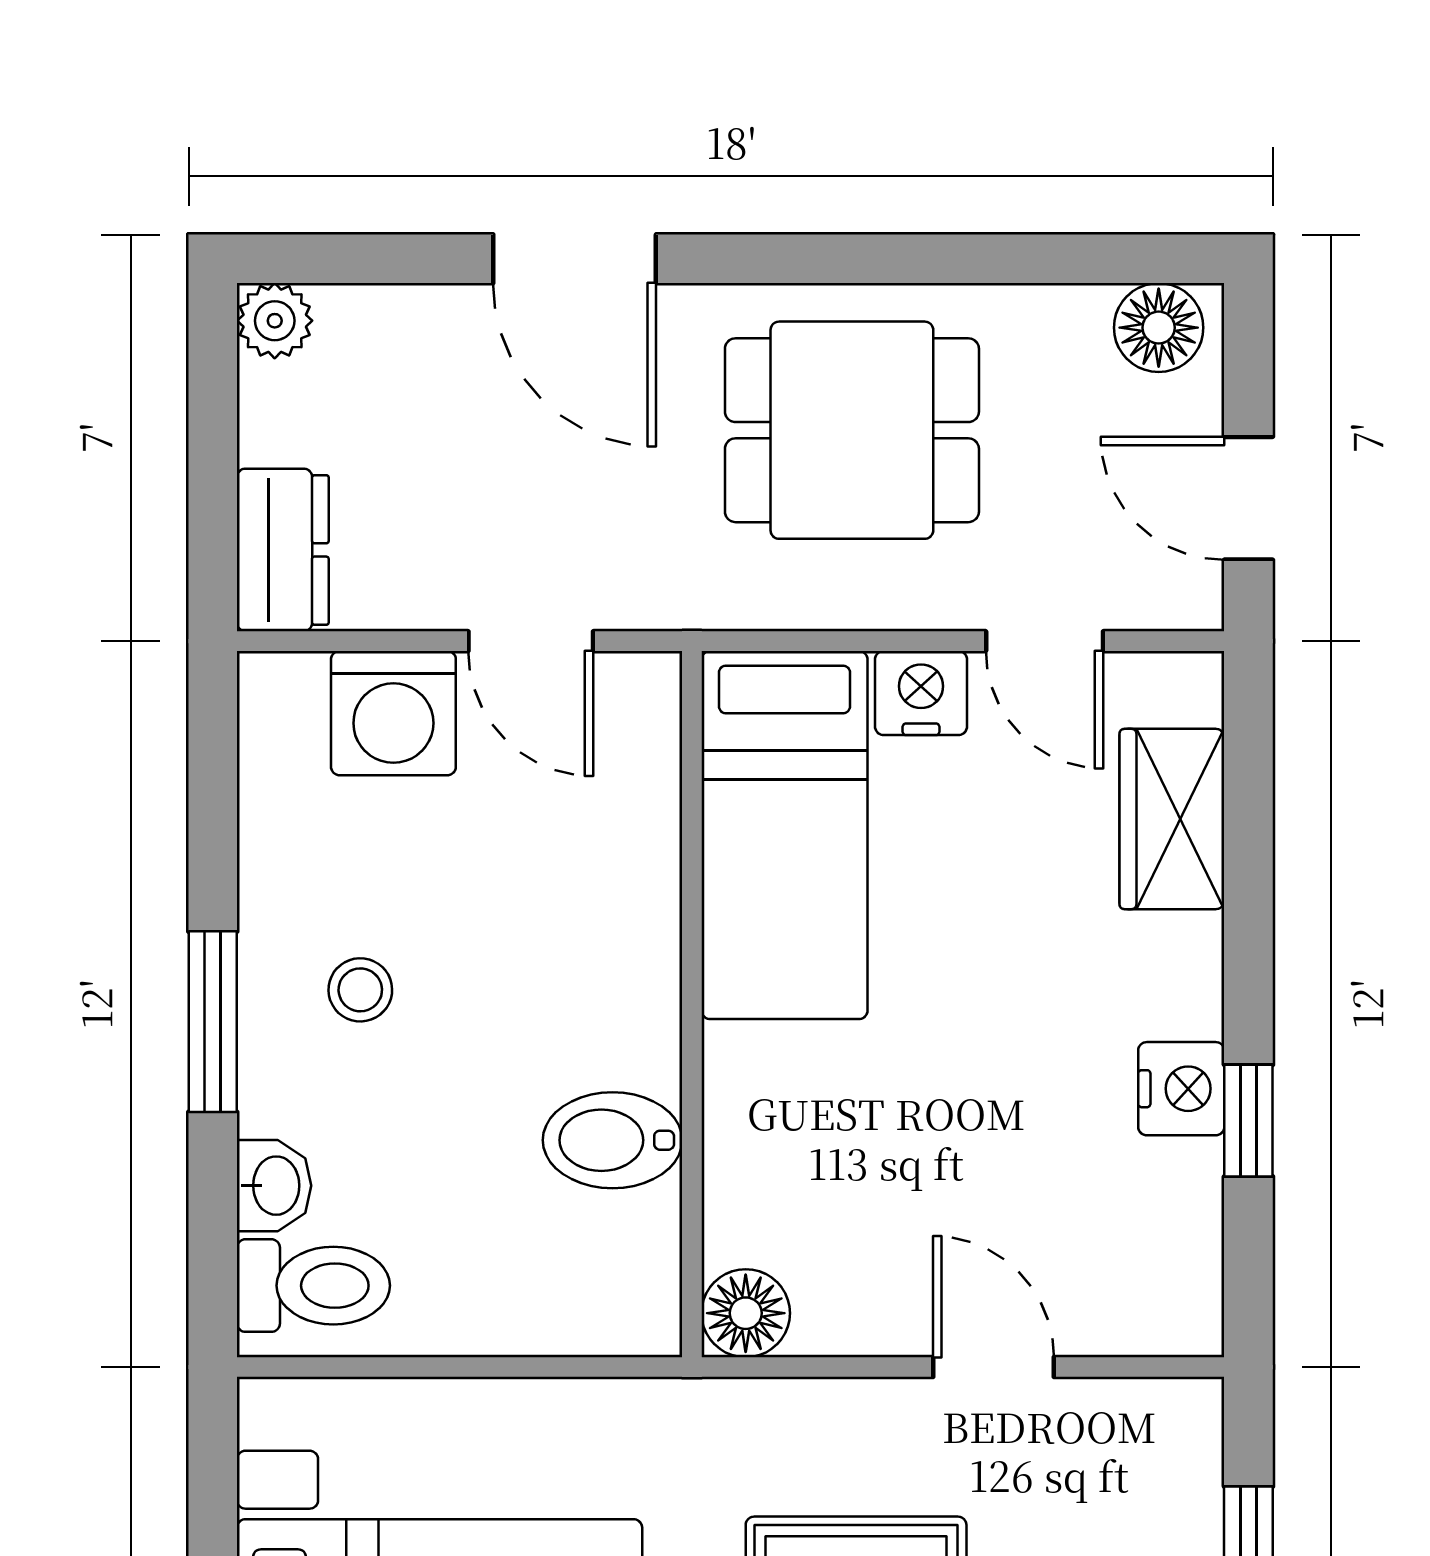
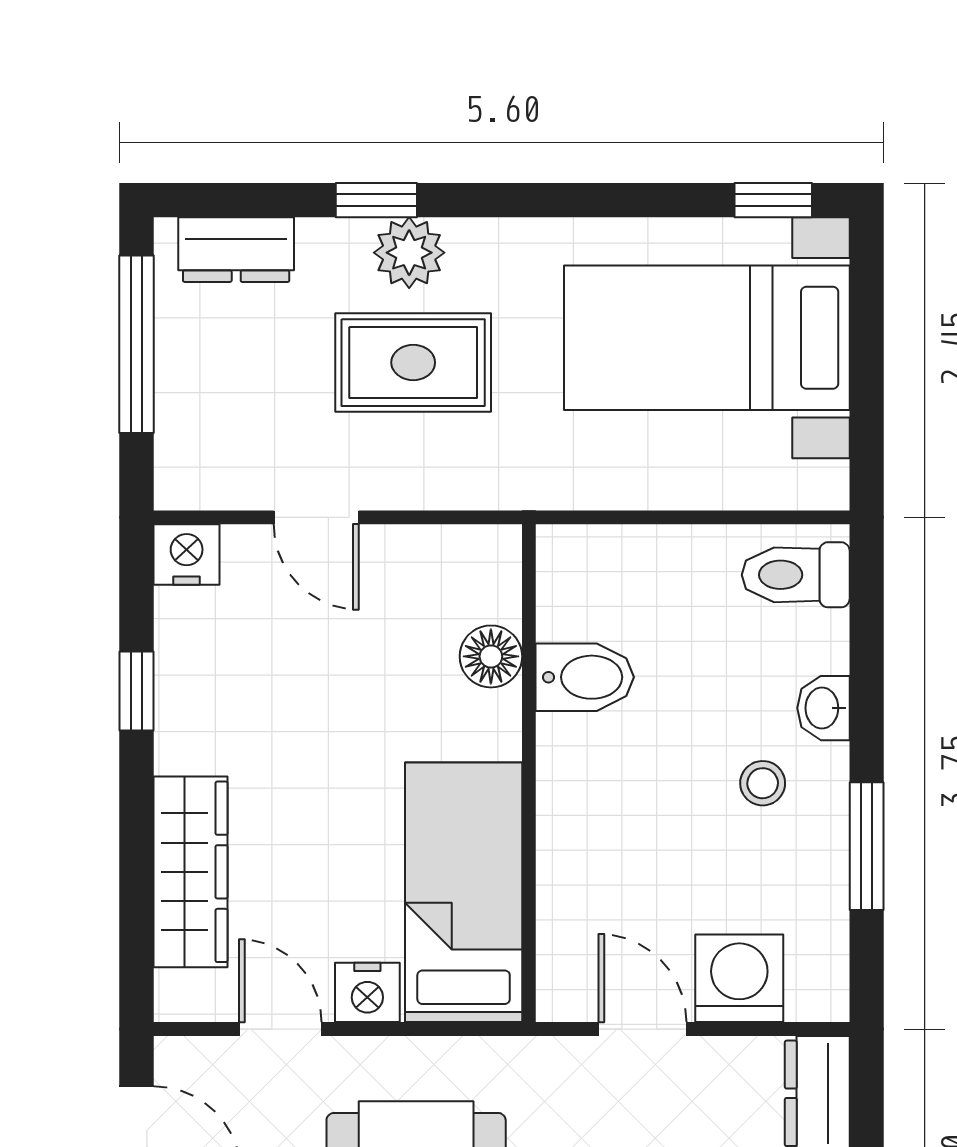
wardrobe: (1172, 819) -> (191, 872), width x1.50
window: (213, 1022) -> (867, 846), moved
nightstand: (1181, 1089) -> (187, 554), moved, turned 90
washbasin: (274, 1186) -> (823, 708), moved
floor lamp: (746, 1313) -> (491, 656), moved

